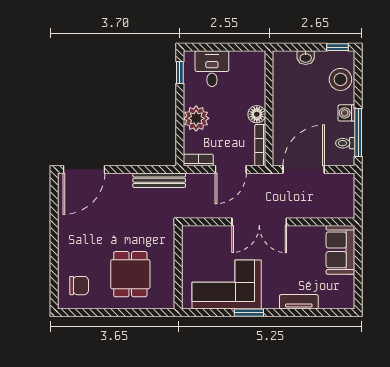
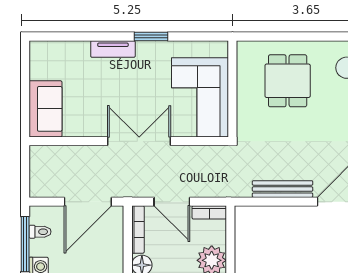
door: (231, 169) -> (172, 202), swing flipped
bench: (159, 180) -> (283, 189), moved
corner sofa: (227, 285) -> (200, 97), moved, turned 90
tv unit: (299, 302) -> (113, 49), moved

